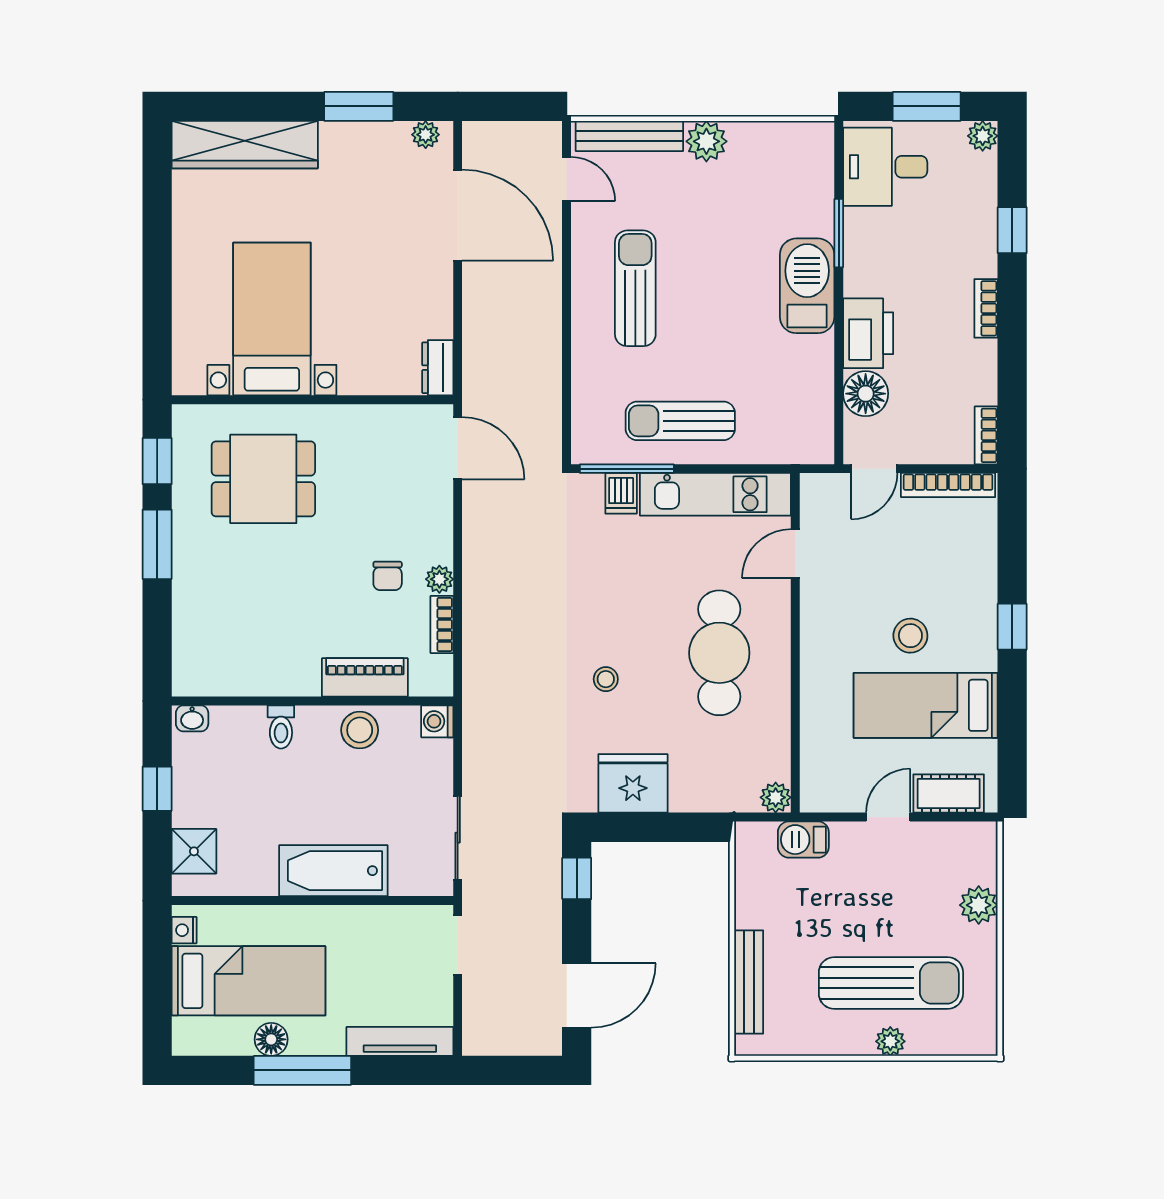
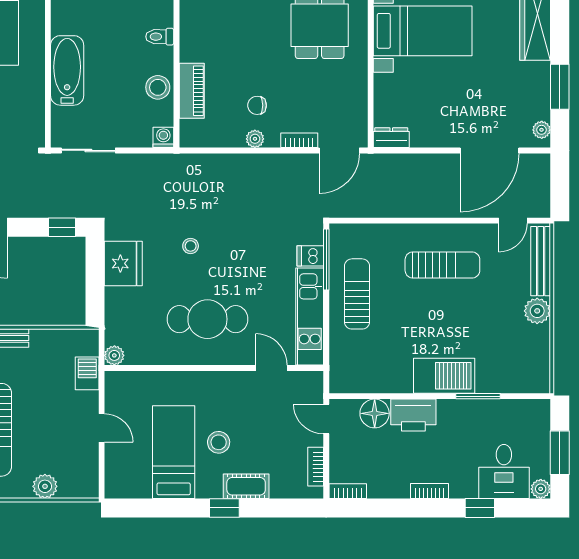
desk: (885, 167) -> (504, 471), moved, turned 180
bookcase: (948, 485) -> (316, 467), width x0.64
bookcase: (442, 625) -> (299, 140), moved
cot: (949, 794) -> (246, 486), moved, turned 90

